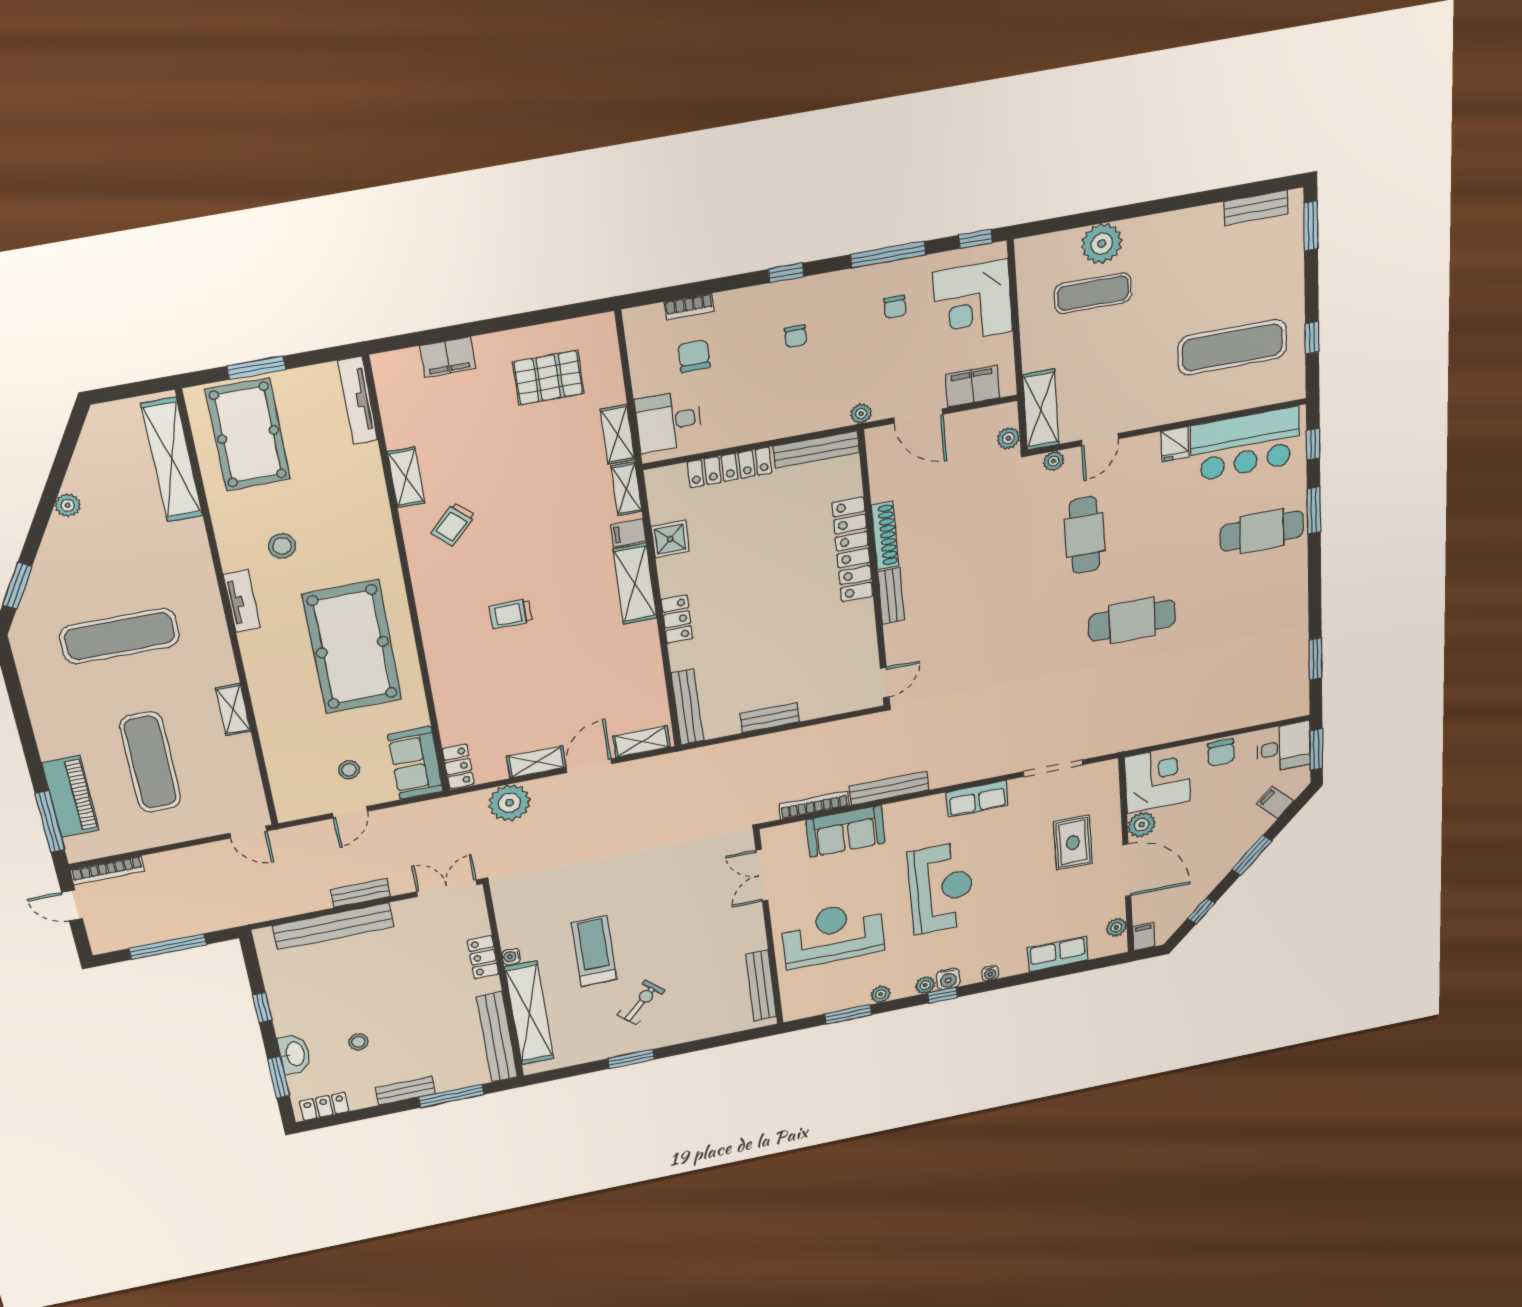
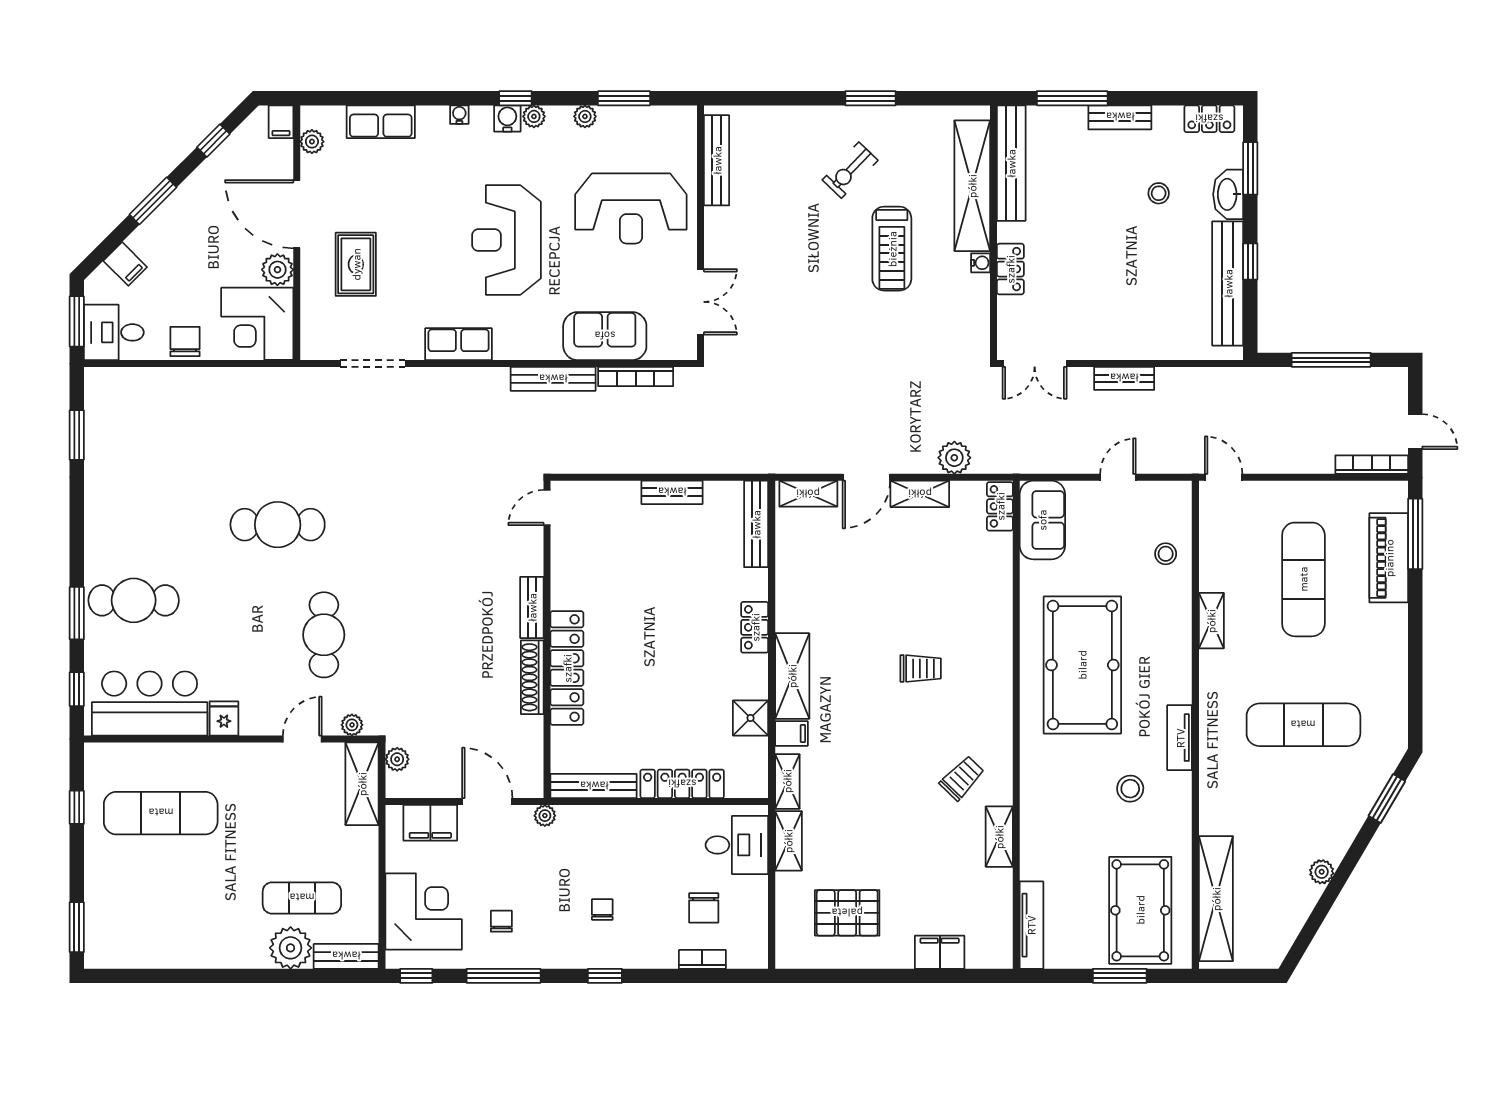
bench: (1256, 208) -> (346, 956), moved
stool: (349, 770) -> (1166, 554), moved
plant: (509, 803) -> (954, 458), width x0.73, depth x0.73
bench: (333, 926) -> (1228, 283), moved, turned 90

